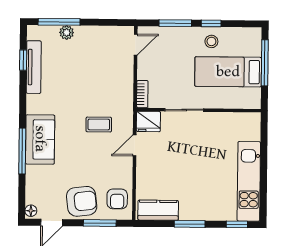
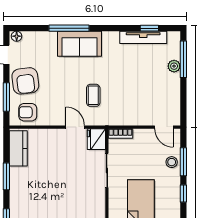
stool: (211, 41) -> (172, 162), moved

